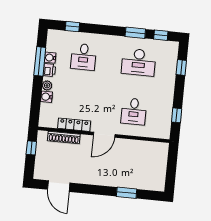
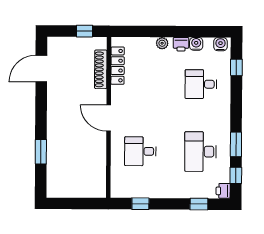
printer: (172, 47) -> (223, 191), added
window: (40, 61) -> (190, 32), removed
water cooler: (46, 97) -> (220, 44), moved
locker: (74, 125) -> (118, 66), moved

